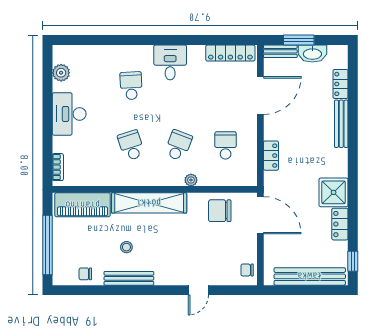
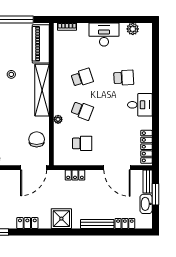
shower: (334, 192) -> (61, 219), moved

